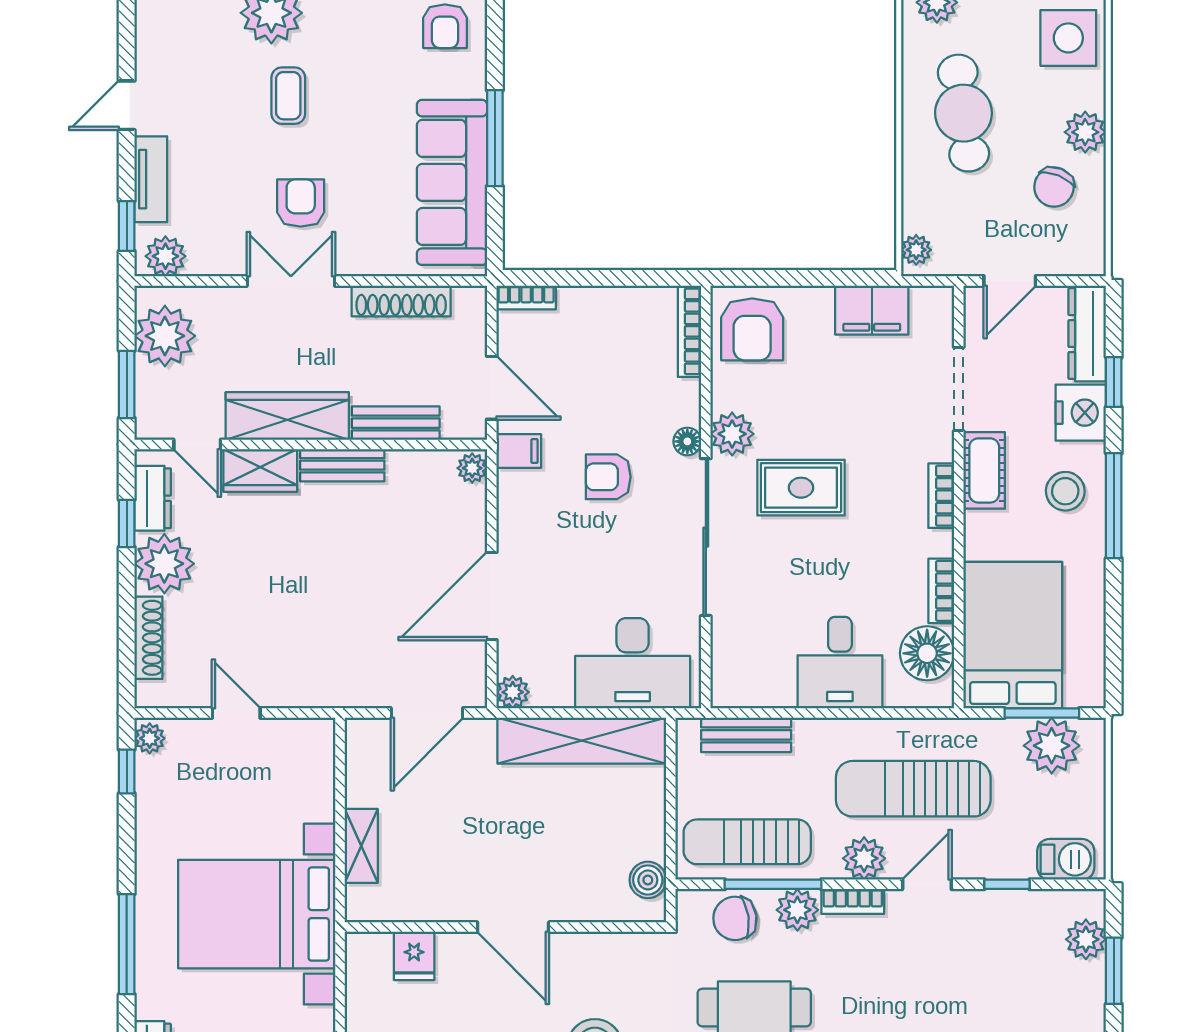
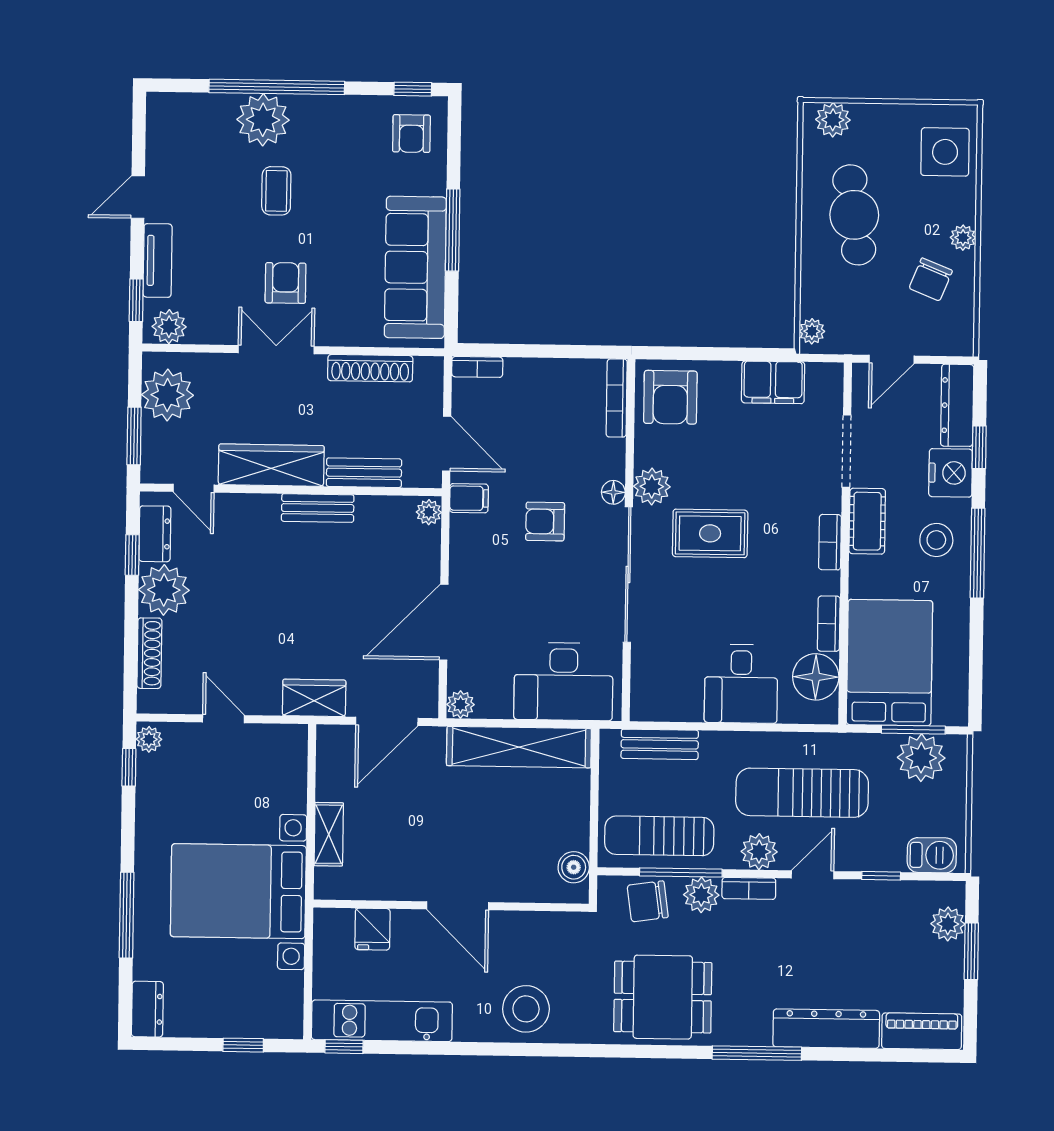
plant: (1085, 132) -> (963, 238), width x0.73, depth x0.73
wardrobe: (260, 470) -> (314, 698), moved, turned 180

